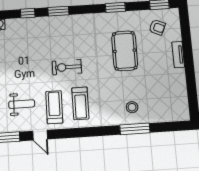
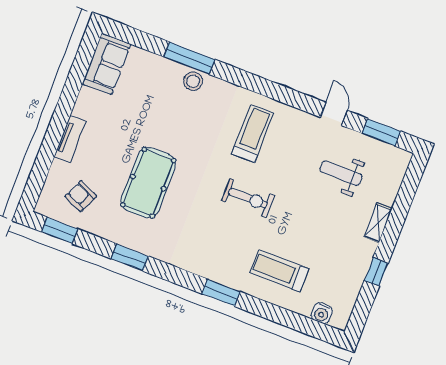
window: (28, 13) -> (270, 311), removed
sofa: (179, 104) -> (107, 64), added
treadmill: (54, 107) -> (279, 271), moved, turned 90
stool: (132, 107) -> (193, 81), moved

